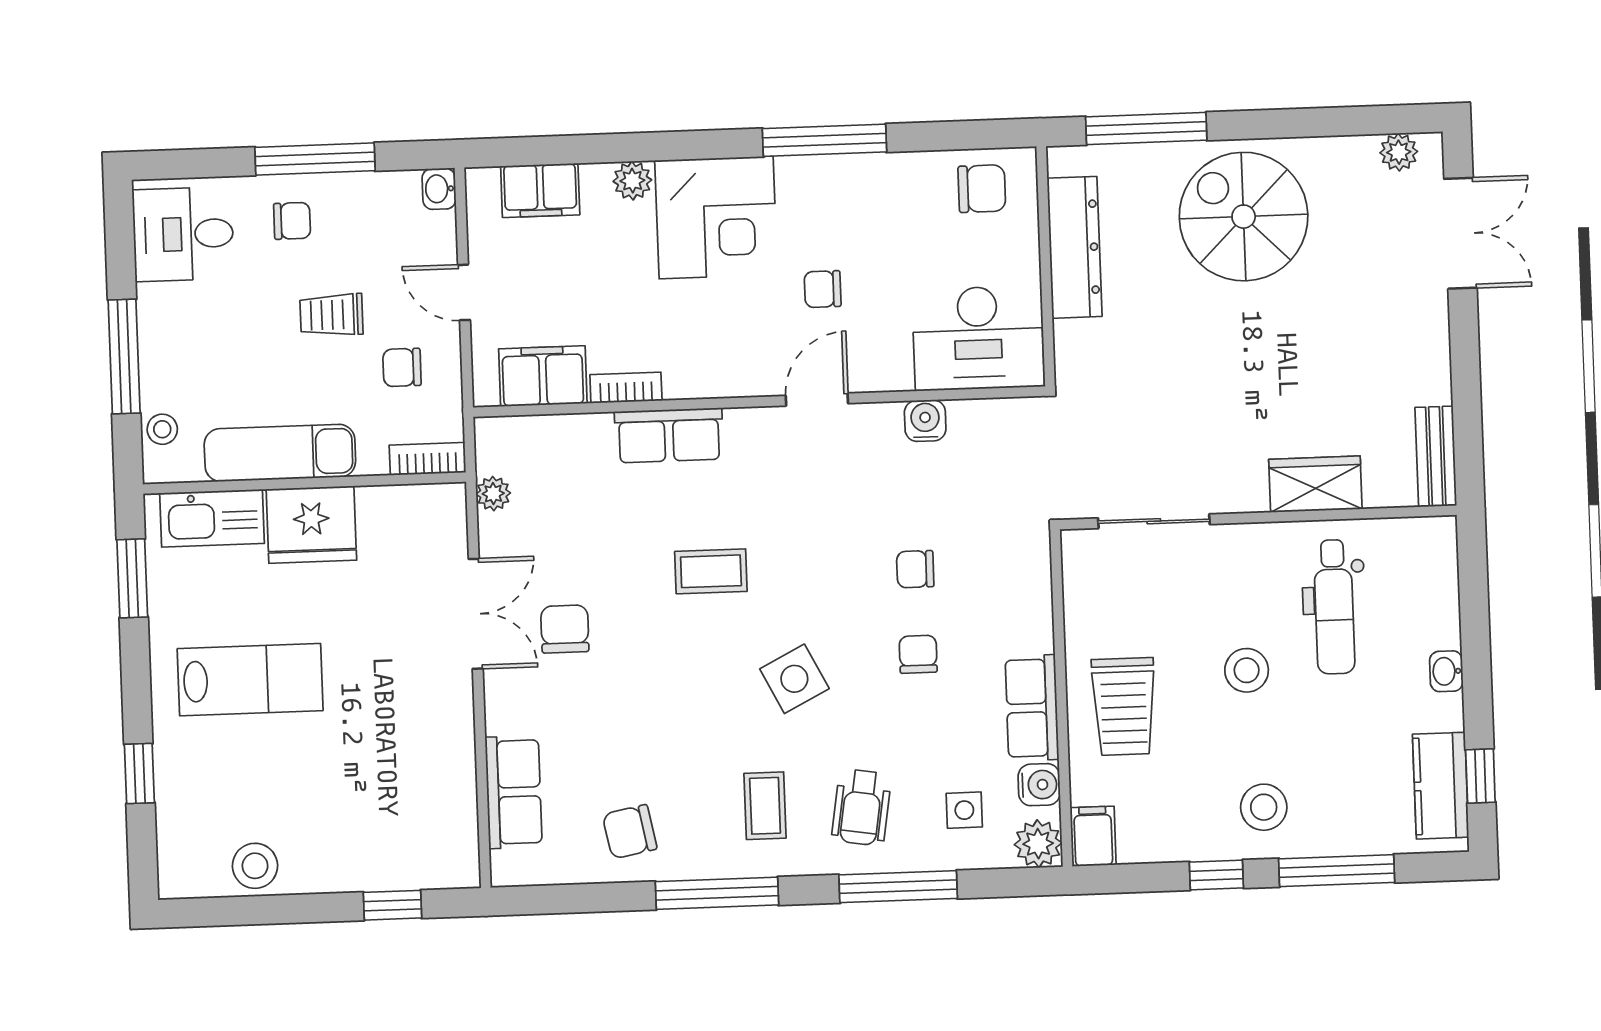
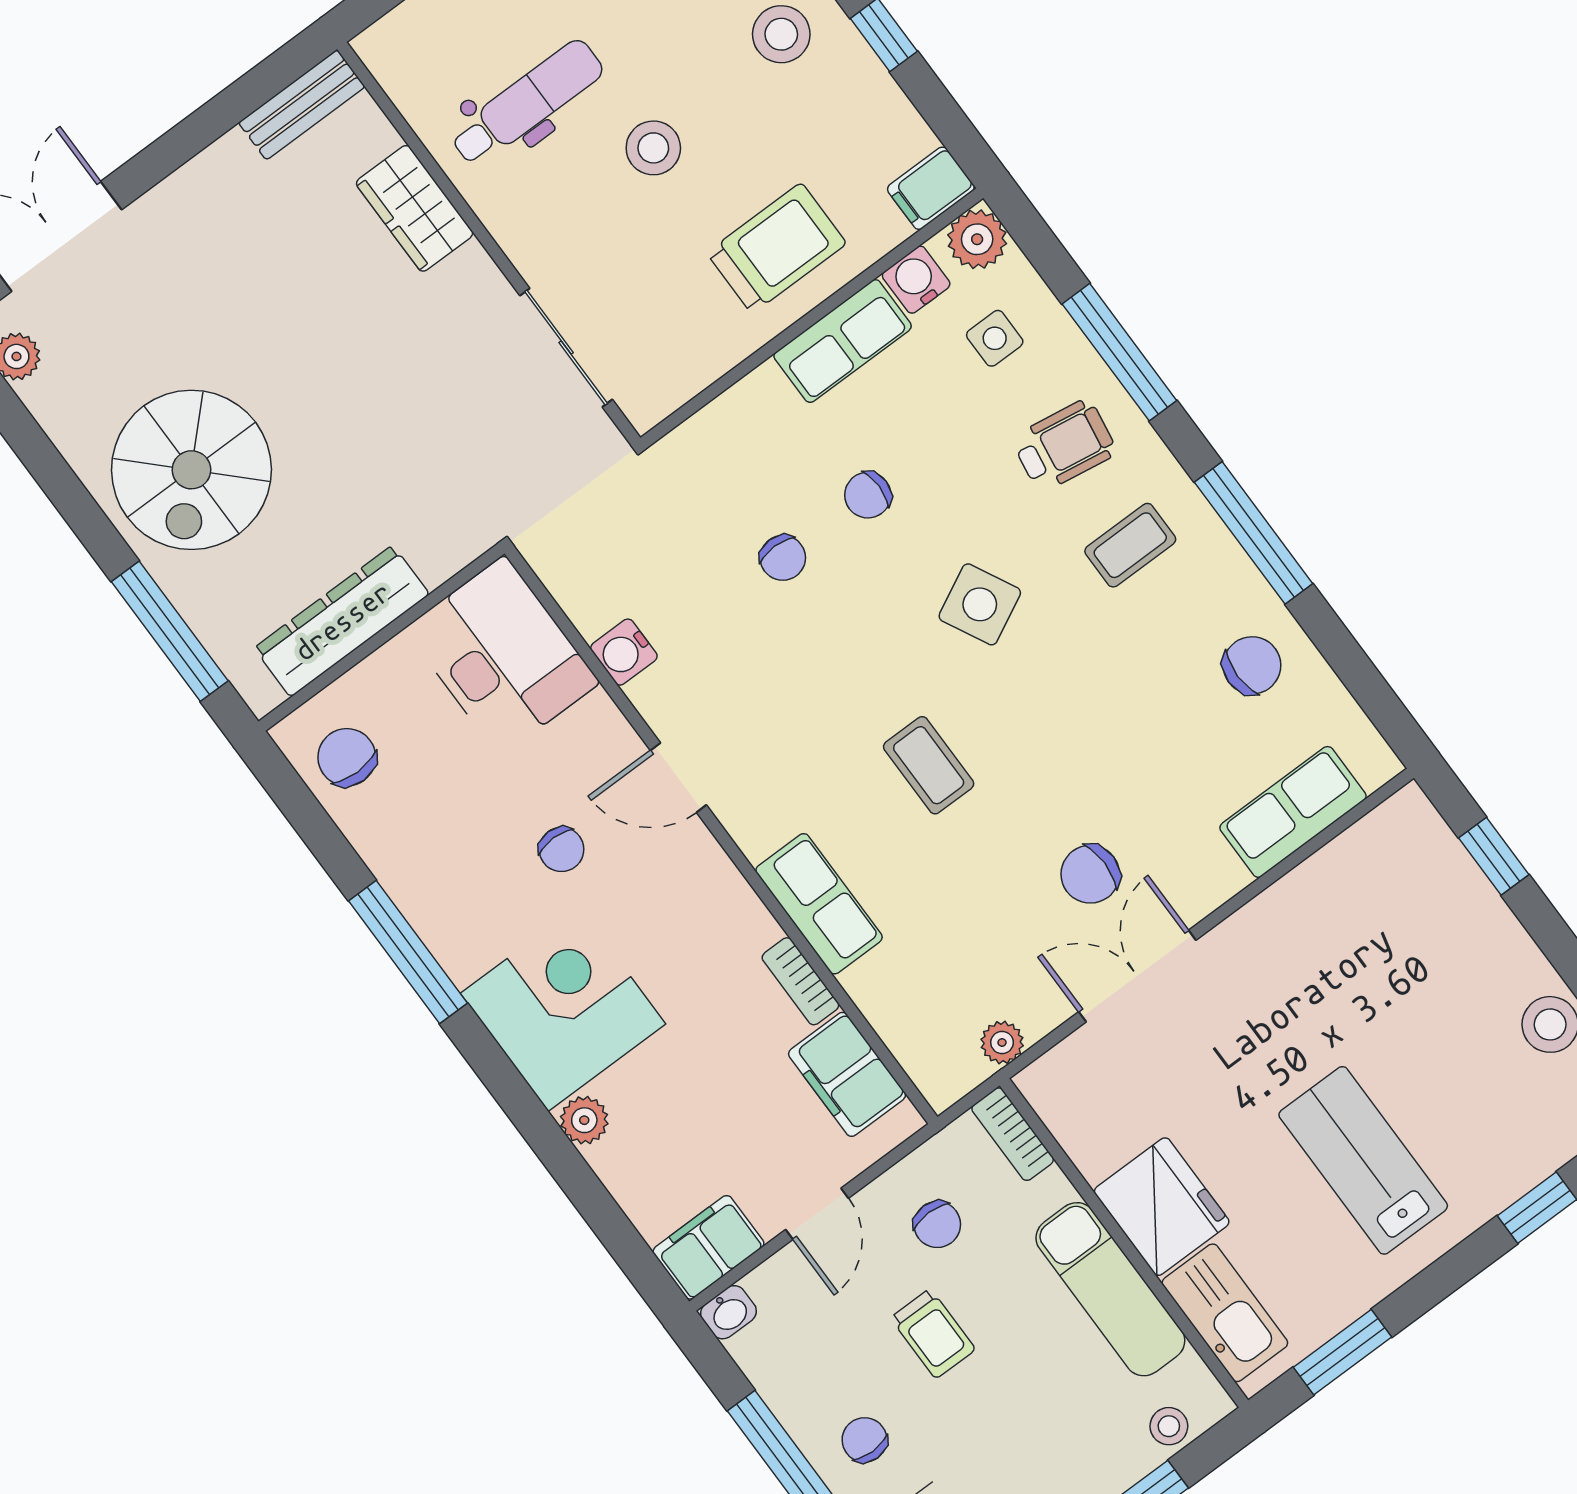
filing cabinet: (540, 190) -> (709, 1247), moved, turned -90
chair: (630, 832) -> (1252, 665), turned -79

